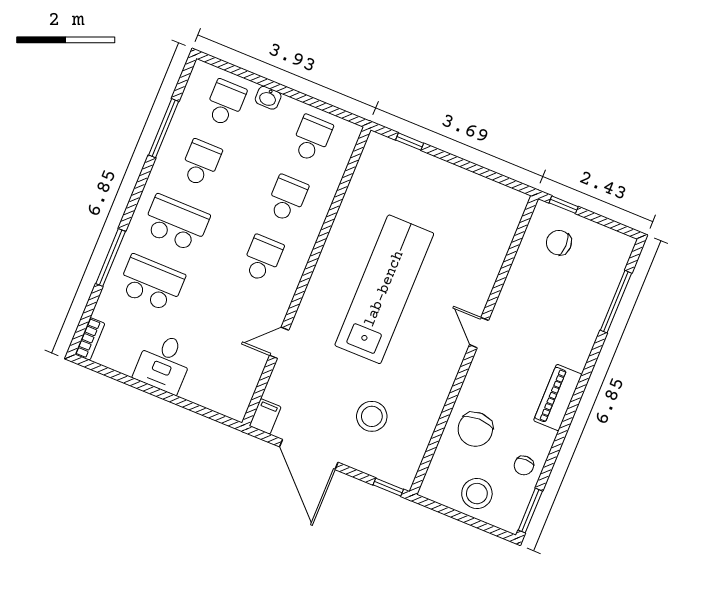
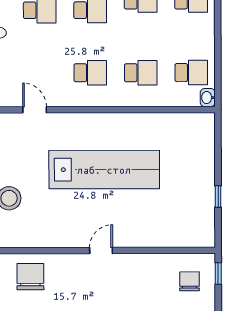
washbasin: (268, 98) -> (208, 98), moved
window: (410, 142) -> (218, 197), moved
chair: (475, 429) -> (30, 277), turned 90

